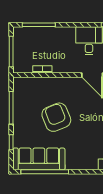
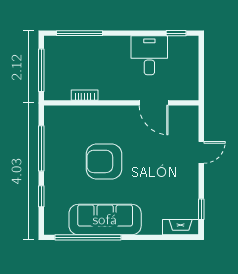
armchair: (56, 117) -> (104, 161), turned -68
sofa: (39, 159) -> (105, 220), moved

